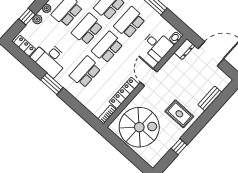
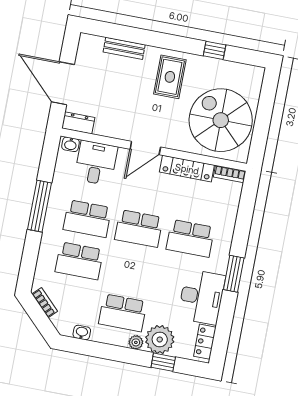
plant: (37, 19) -> (160, 339), width x1.87, depth x1.87
school desk: (87, 29) -> (131, 271), removed

